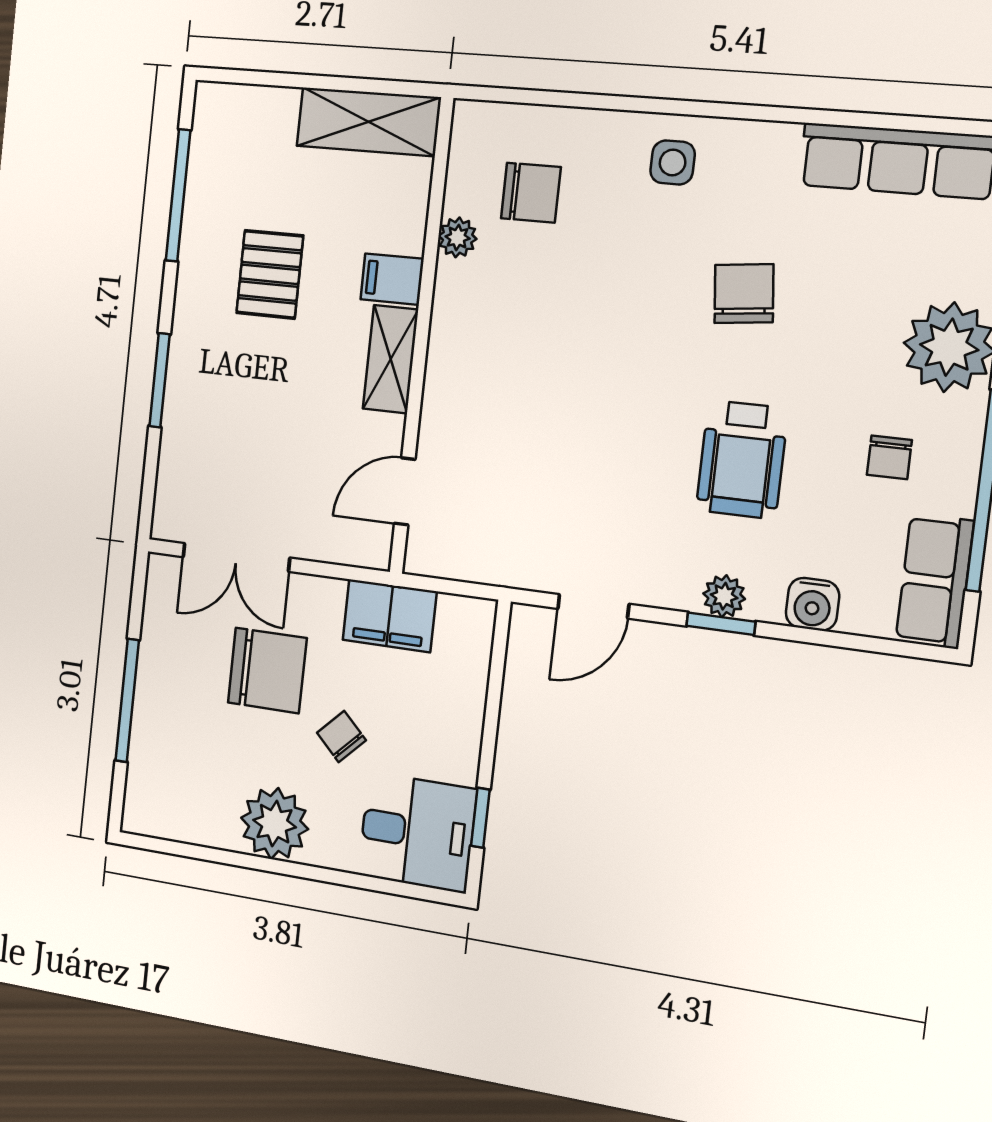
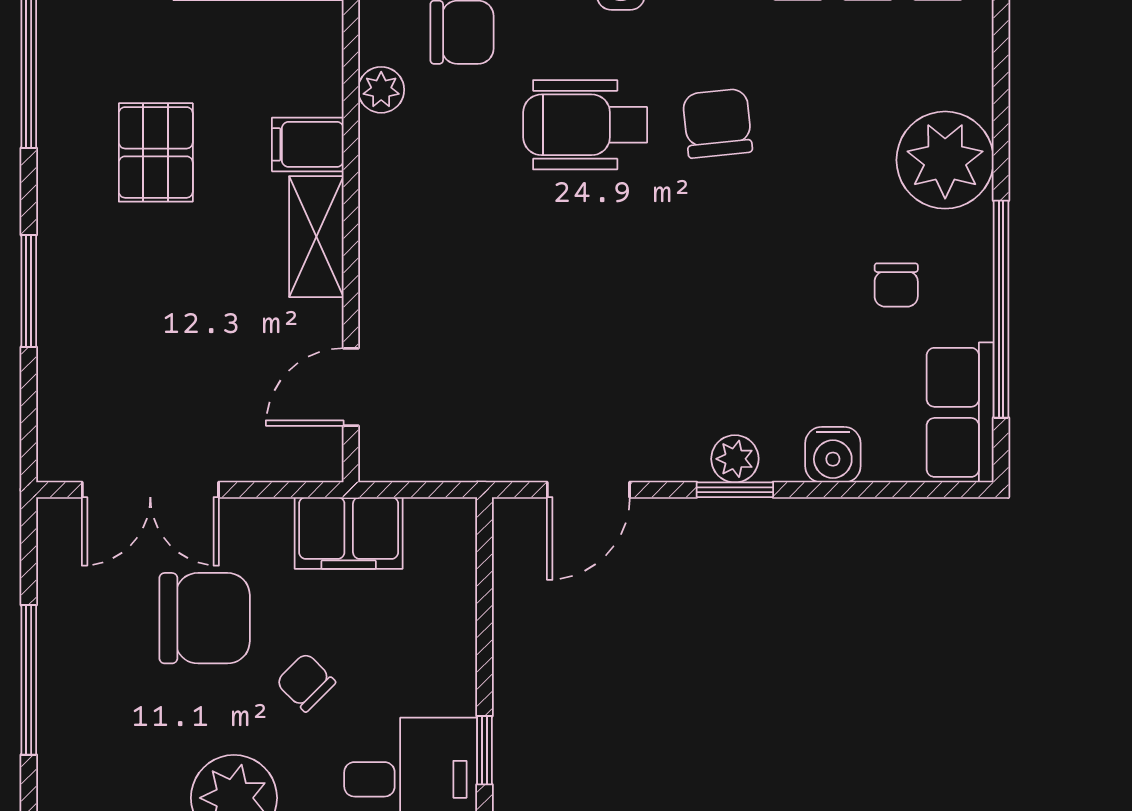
wheelchair: (742, 460) -> (585, 125), moved, turned 90

